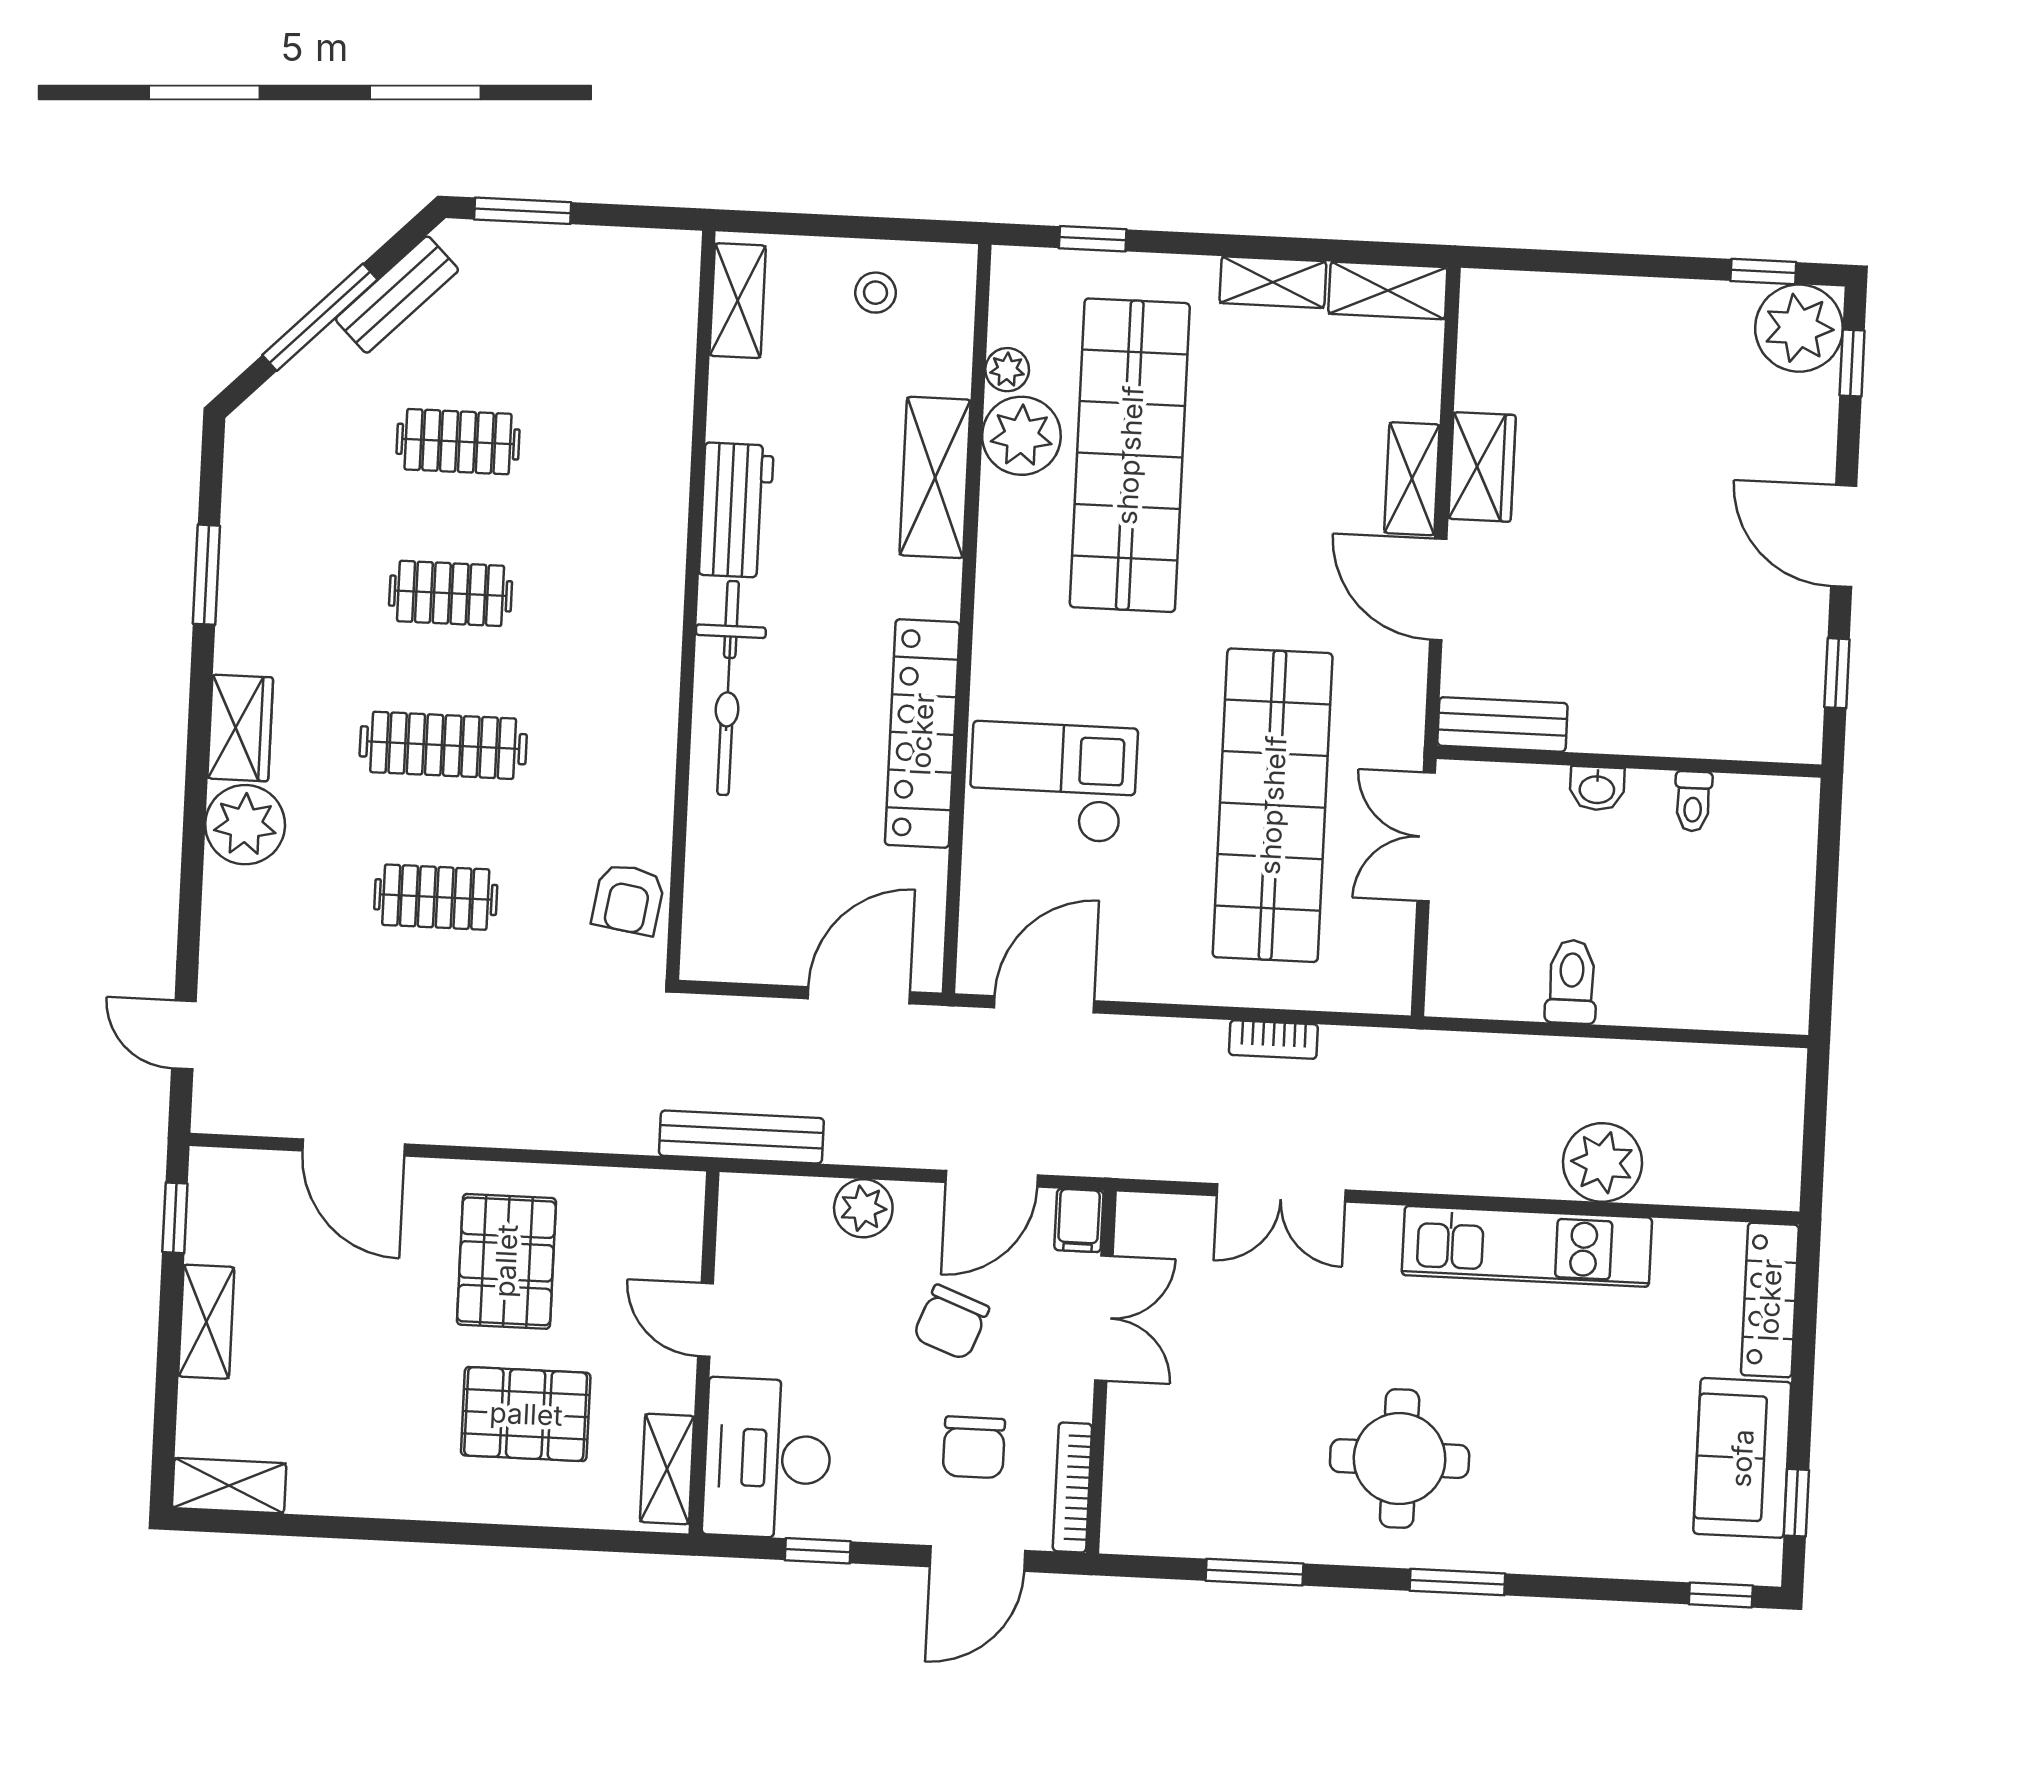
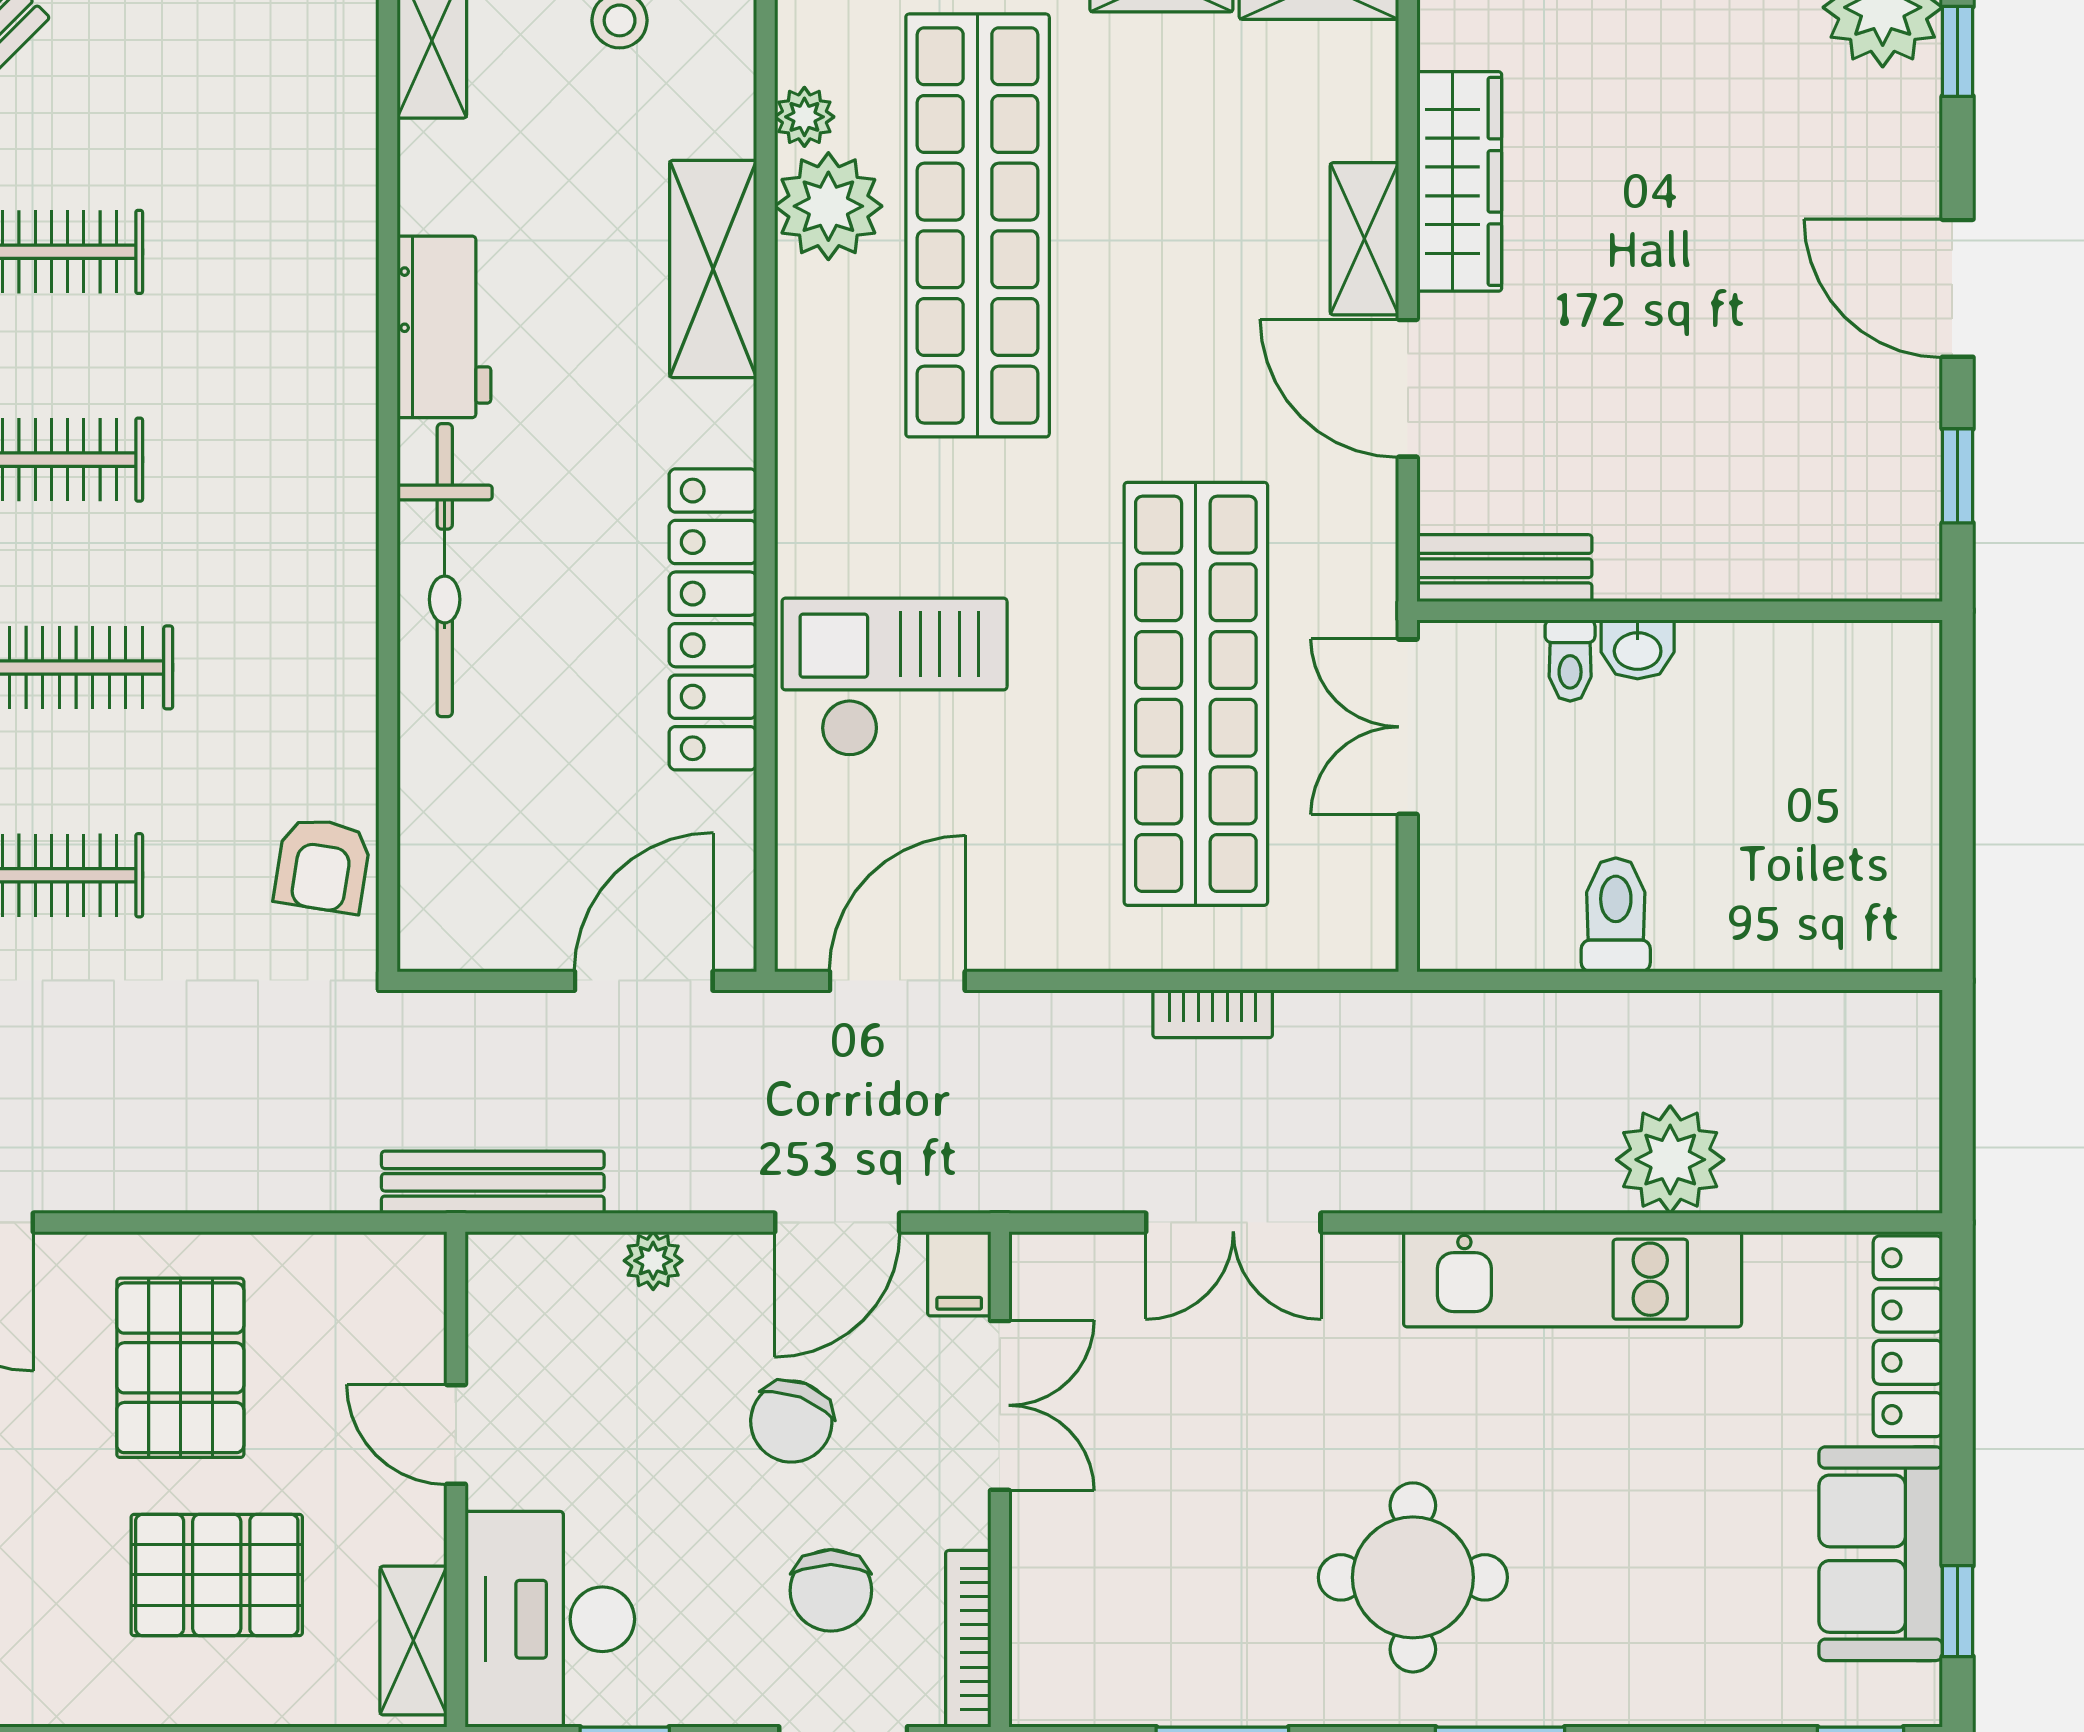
wardrobe: (1482, 467) -> (1459, 181), width x1.50
toilet: (1693, 801) -> (1570, 660), moved
plant: (863, 1208) -> (653, 1261), width x0.73, depth x0.73

